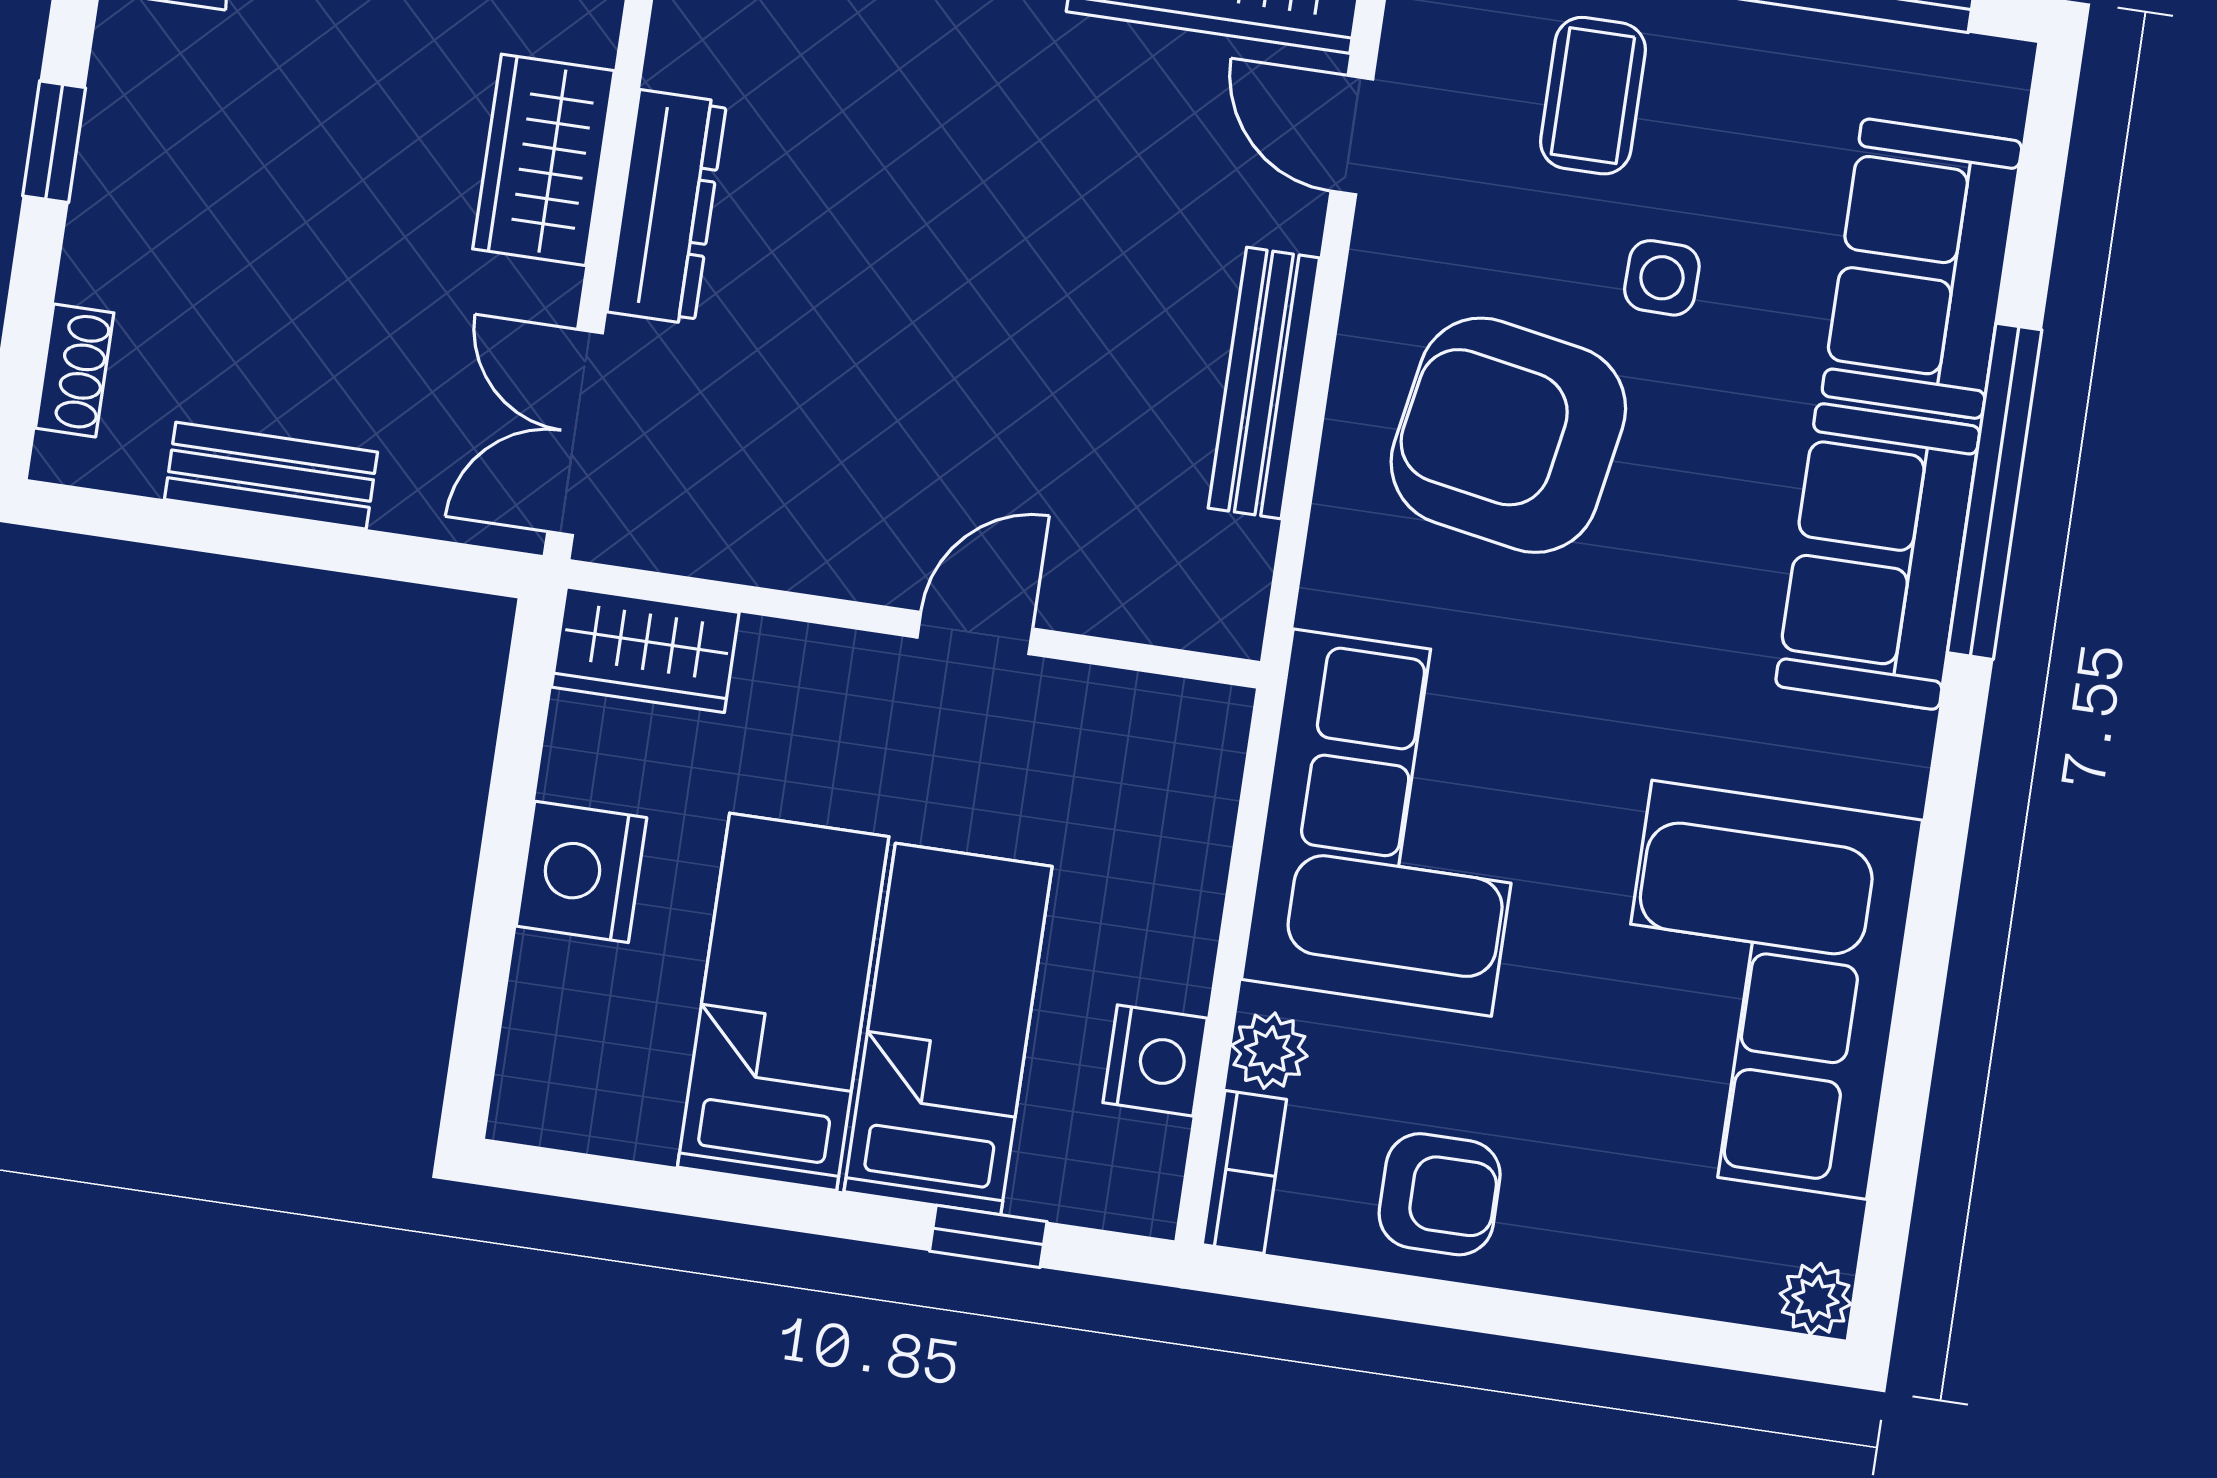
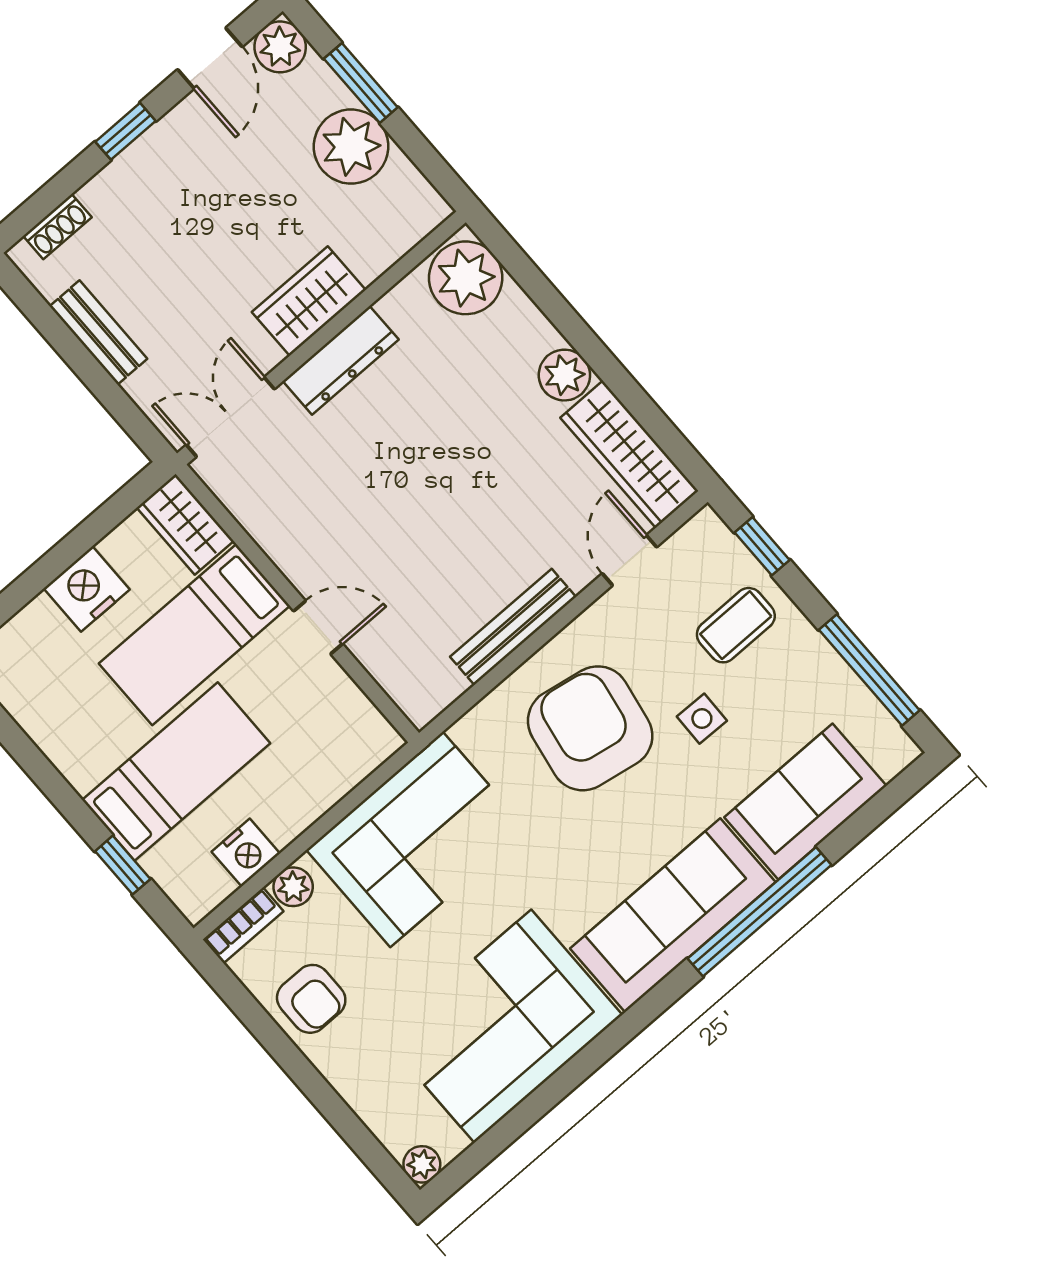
sofa: (1878, 556) -> (673, 915), width x1.36
bed: (783, 1002) -> (194, 635), moved, turned 180

